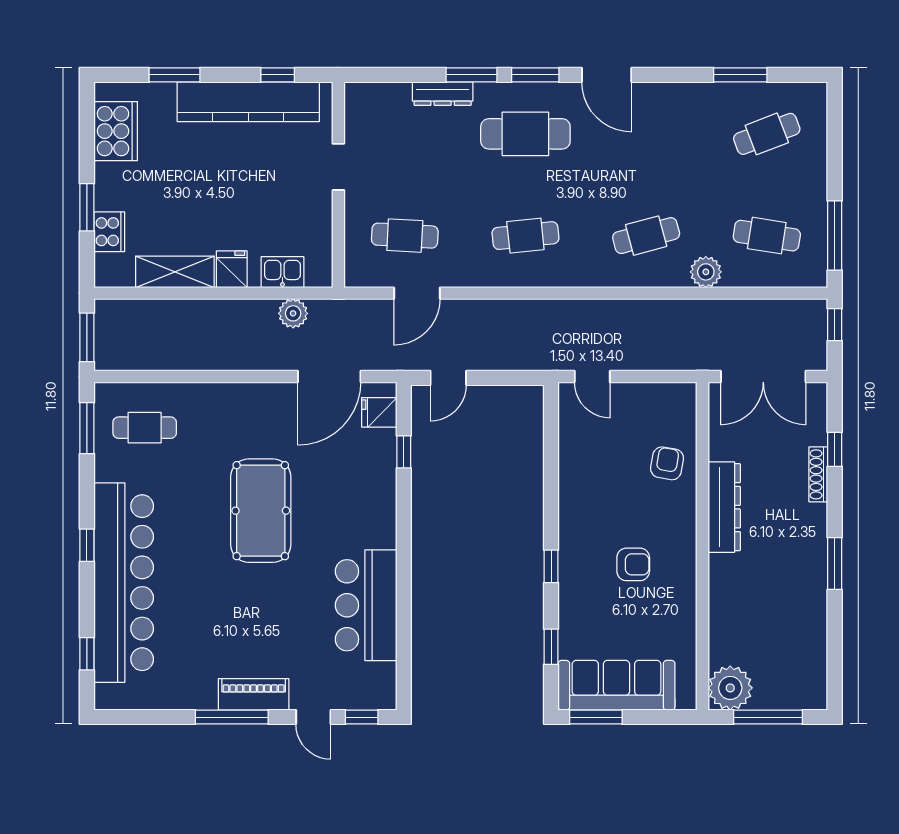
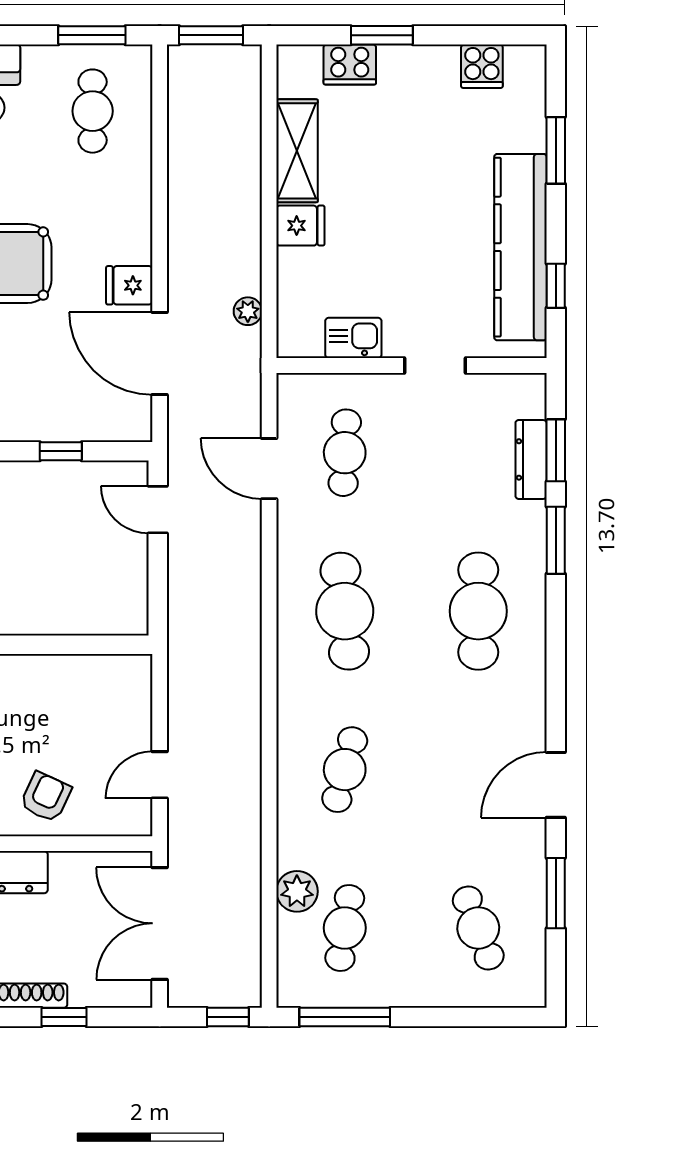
window: (535, 75) -> (556, 450), moved
door: (607, 75) -> (556, 785), moved
dresser: (443, 94) -> (531, 459), moved
cooker: (116, 131) -> (482, 66), width x0.53, depth x0.76
cafe table: (525, 236) -> (345, 611), width x1.37, depth x1.35
cafe table: (646, 236) -> (345, 770), turned 30
kitchen sink: (282, 272) -> (353, 338), moved, turned -90
plant: (706, 272) -> (297, 891), moved
plant: (293, 313) -> (248, 311), width x0.73, depth x0.73
door: (592, 377) -> (160, 775), moved
fridge: (379, 412) -> (129, 285), moved, turned -90
armchair: (667, 463) -> (46, 797), turned -75

